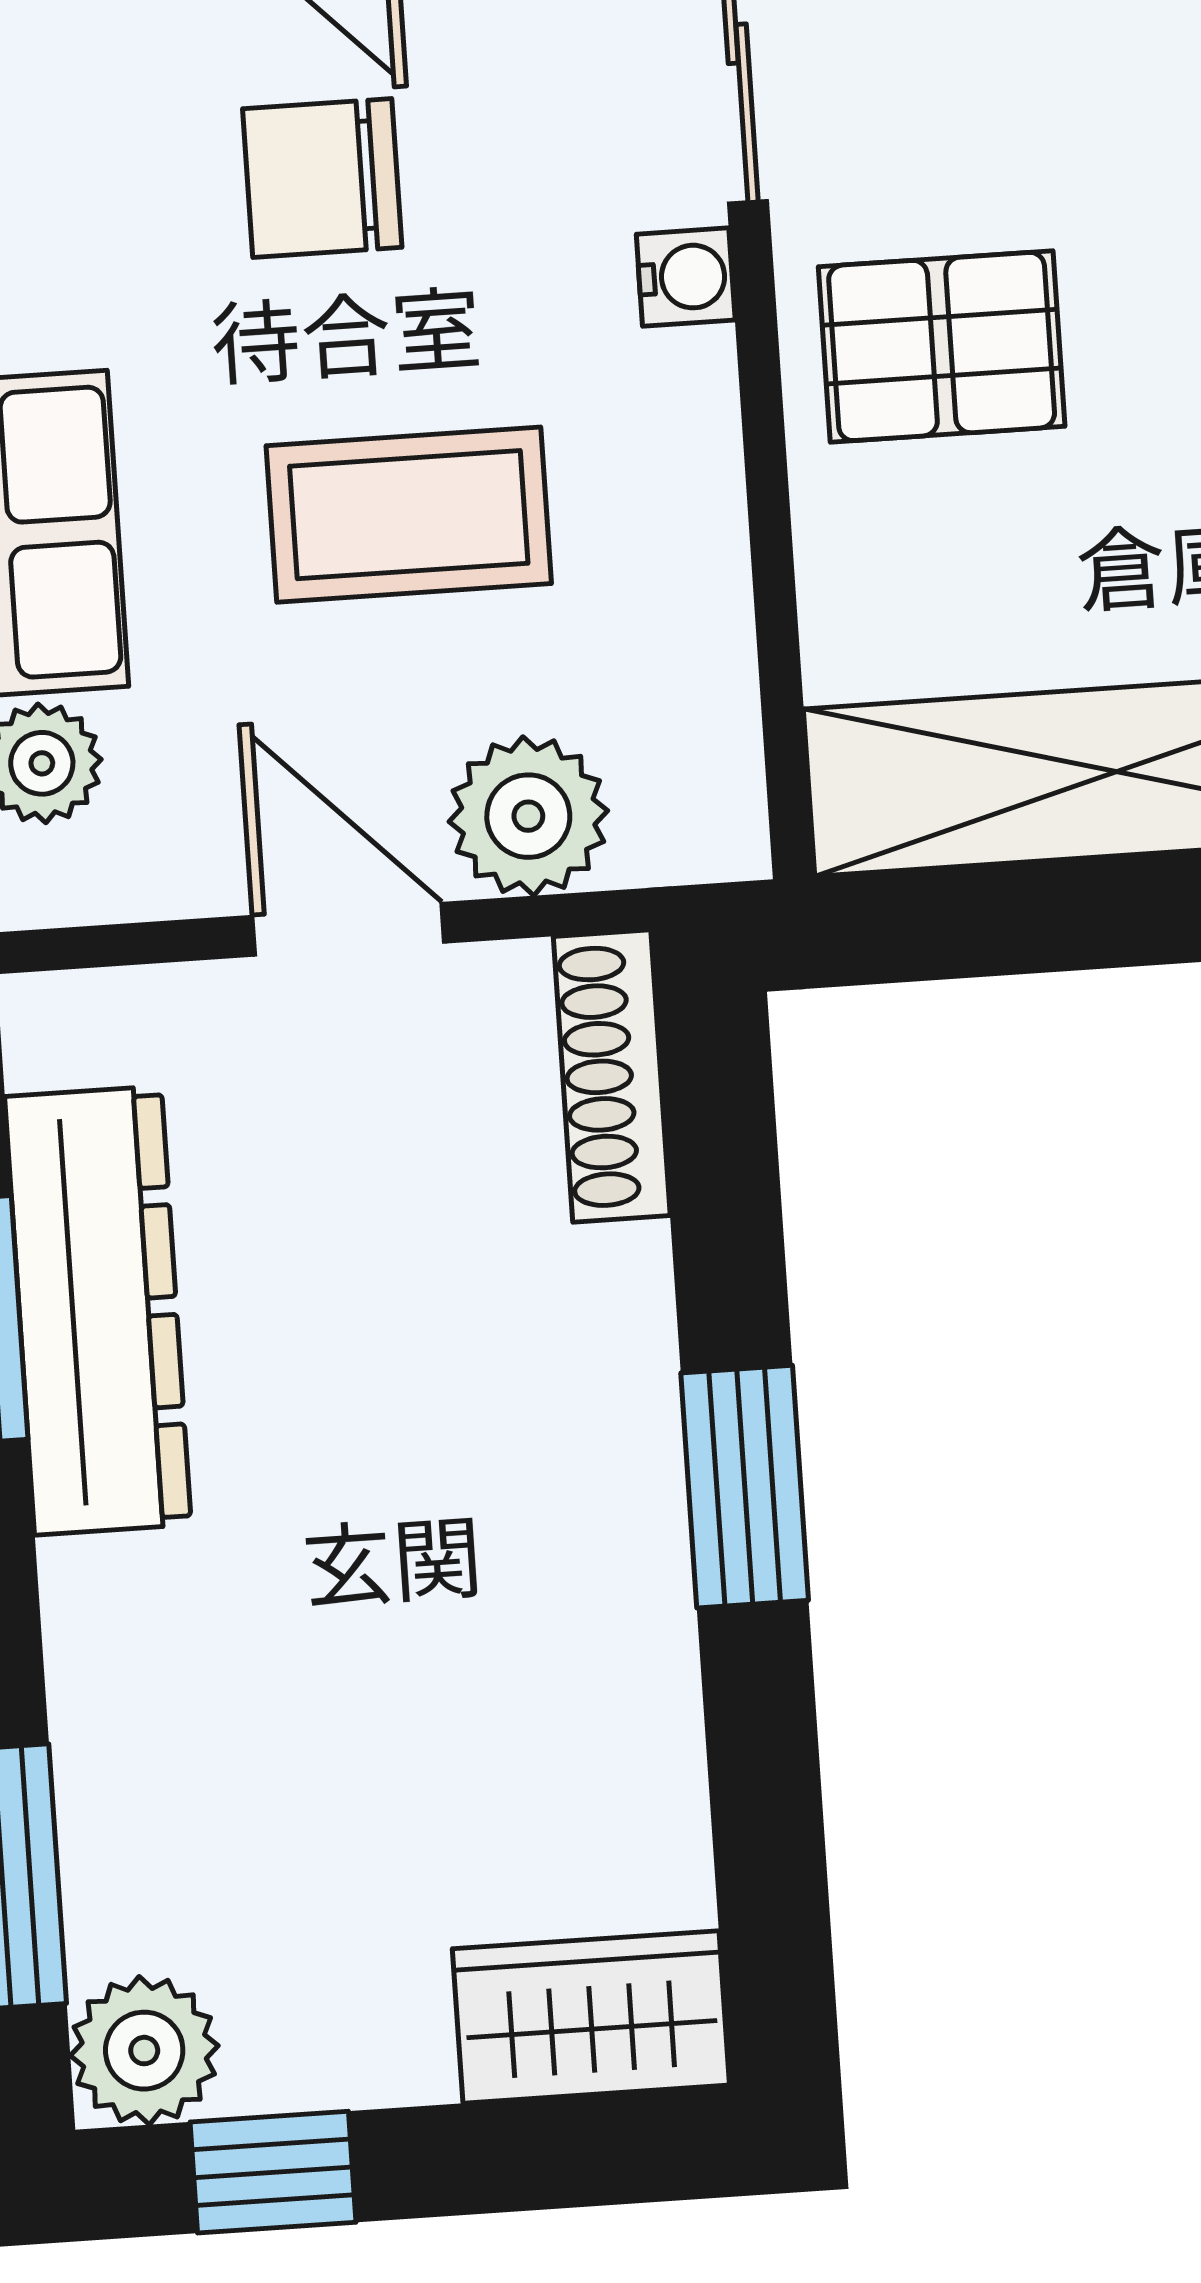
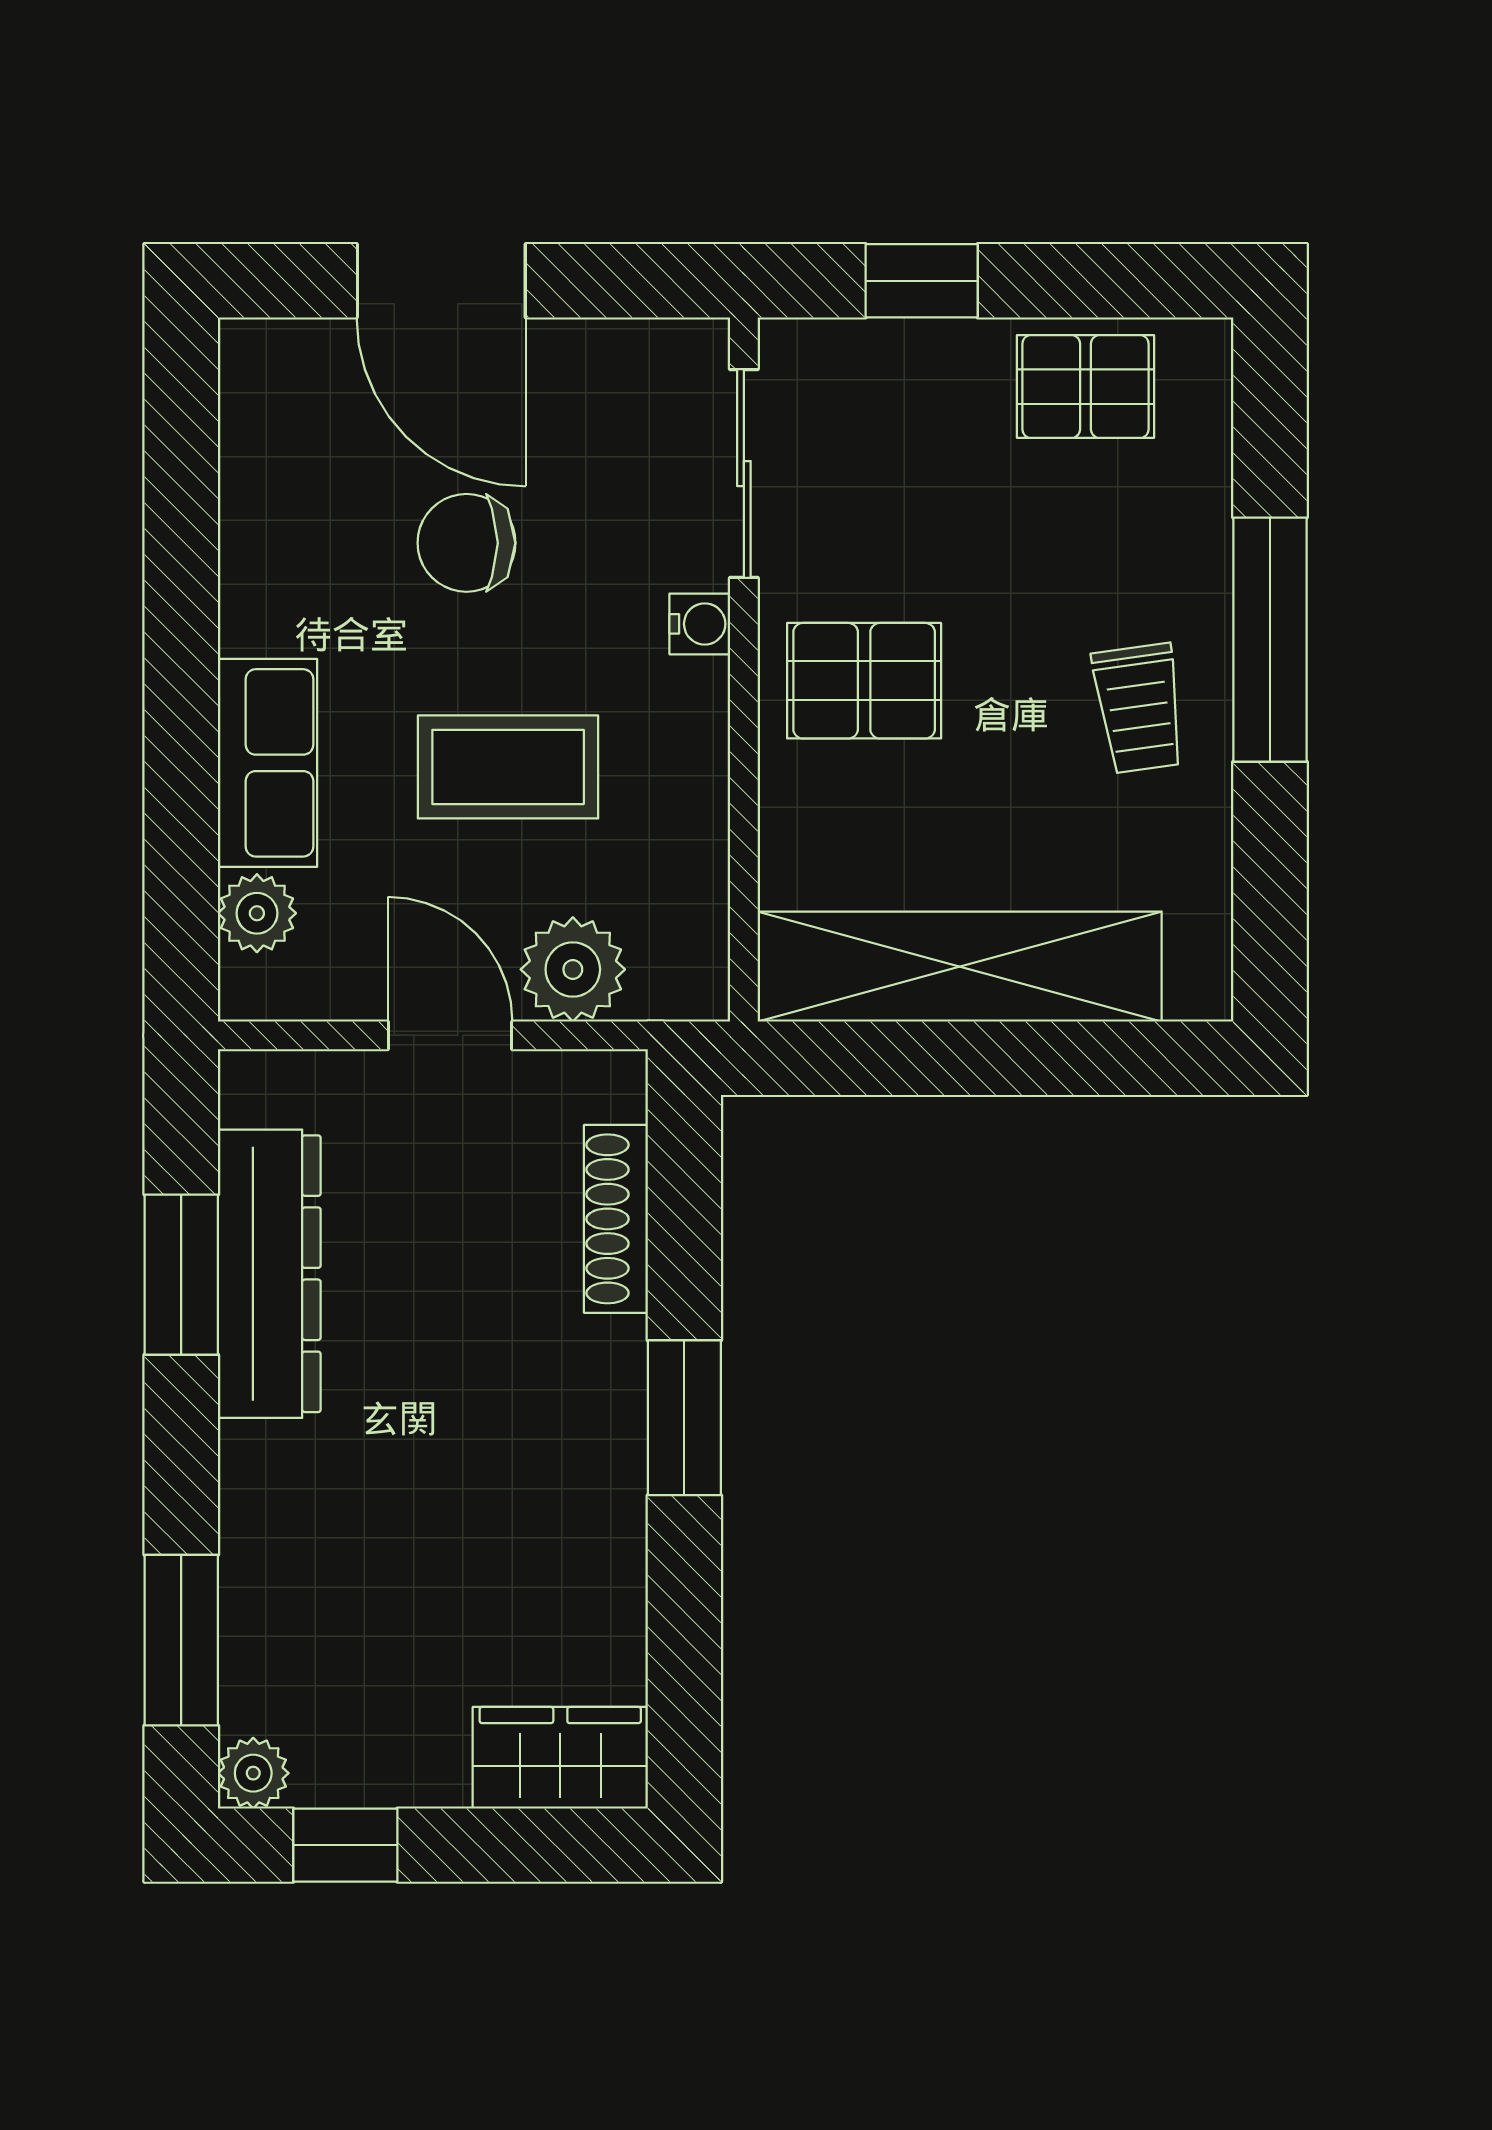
shoe rack: (612, 1076) -> (616, 1219), moved
plant: (144, 2051) -> (253, 1773), width x0.73, depth x0.73

